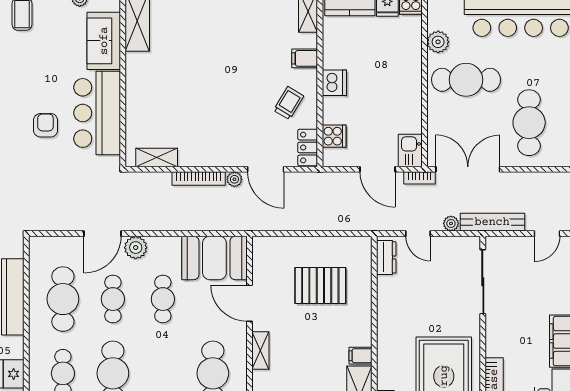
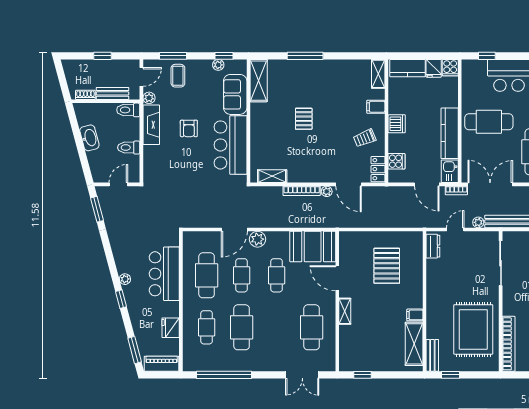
plant: (438, 42) -> (469, 95), removed
pallet: (202, 76) -> (304, 119), added
kitchen counter: (410, 96) -> (450, 133), added
trolley: (289, 103) -> (365, 138), turned -143
armchair: (46, 125) -> (189, 128), moved, turned 180
door: (418, 234) -> (455, 229), swing flipped
pallet: (320, 285) -> (387, 266), turned 90

